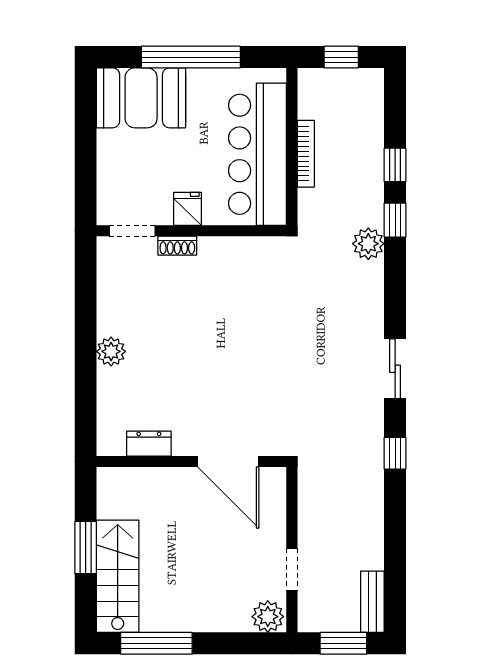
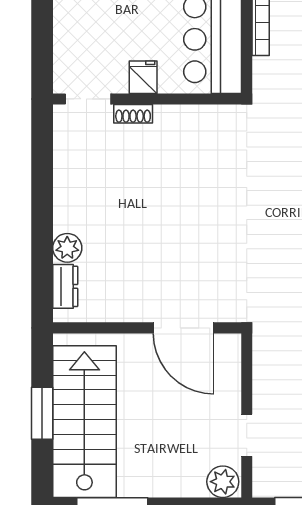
plant: (111, 351) -> (67, 248), moved
dresser: (149, 444) -> (65, 286), moved, turned 90
stairs: (118, 576) -> (84, 422), width x1.36, depth x1.51

